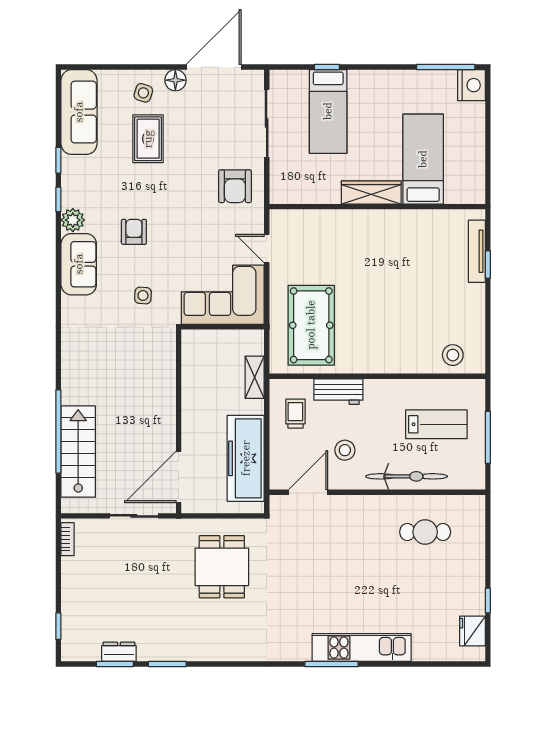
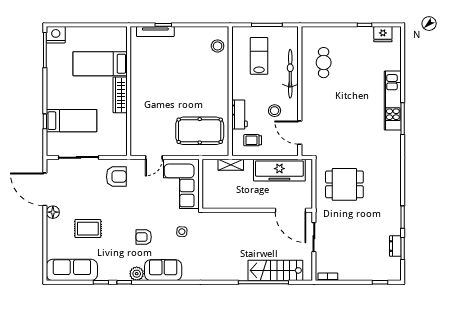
side table: (143, 93) -> (60, 231), removed

